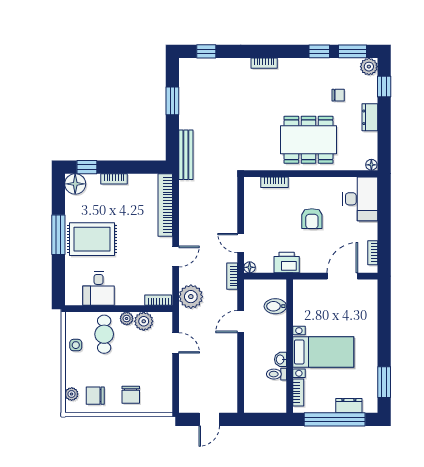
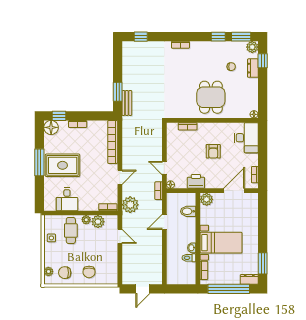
window: (172, 101) -> (118, 92), moved
dresser: (370, 117) -> (253, 68), moved
dining table: (308, 140) -> (211, 97), width x0.73
bench: (186, 155) -> (127, 103), width x0.73
plant: (302, 289) -> (207, 199), added
dresser: (349, 406) -> (249, 279), moved

